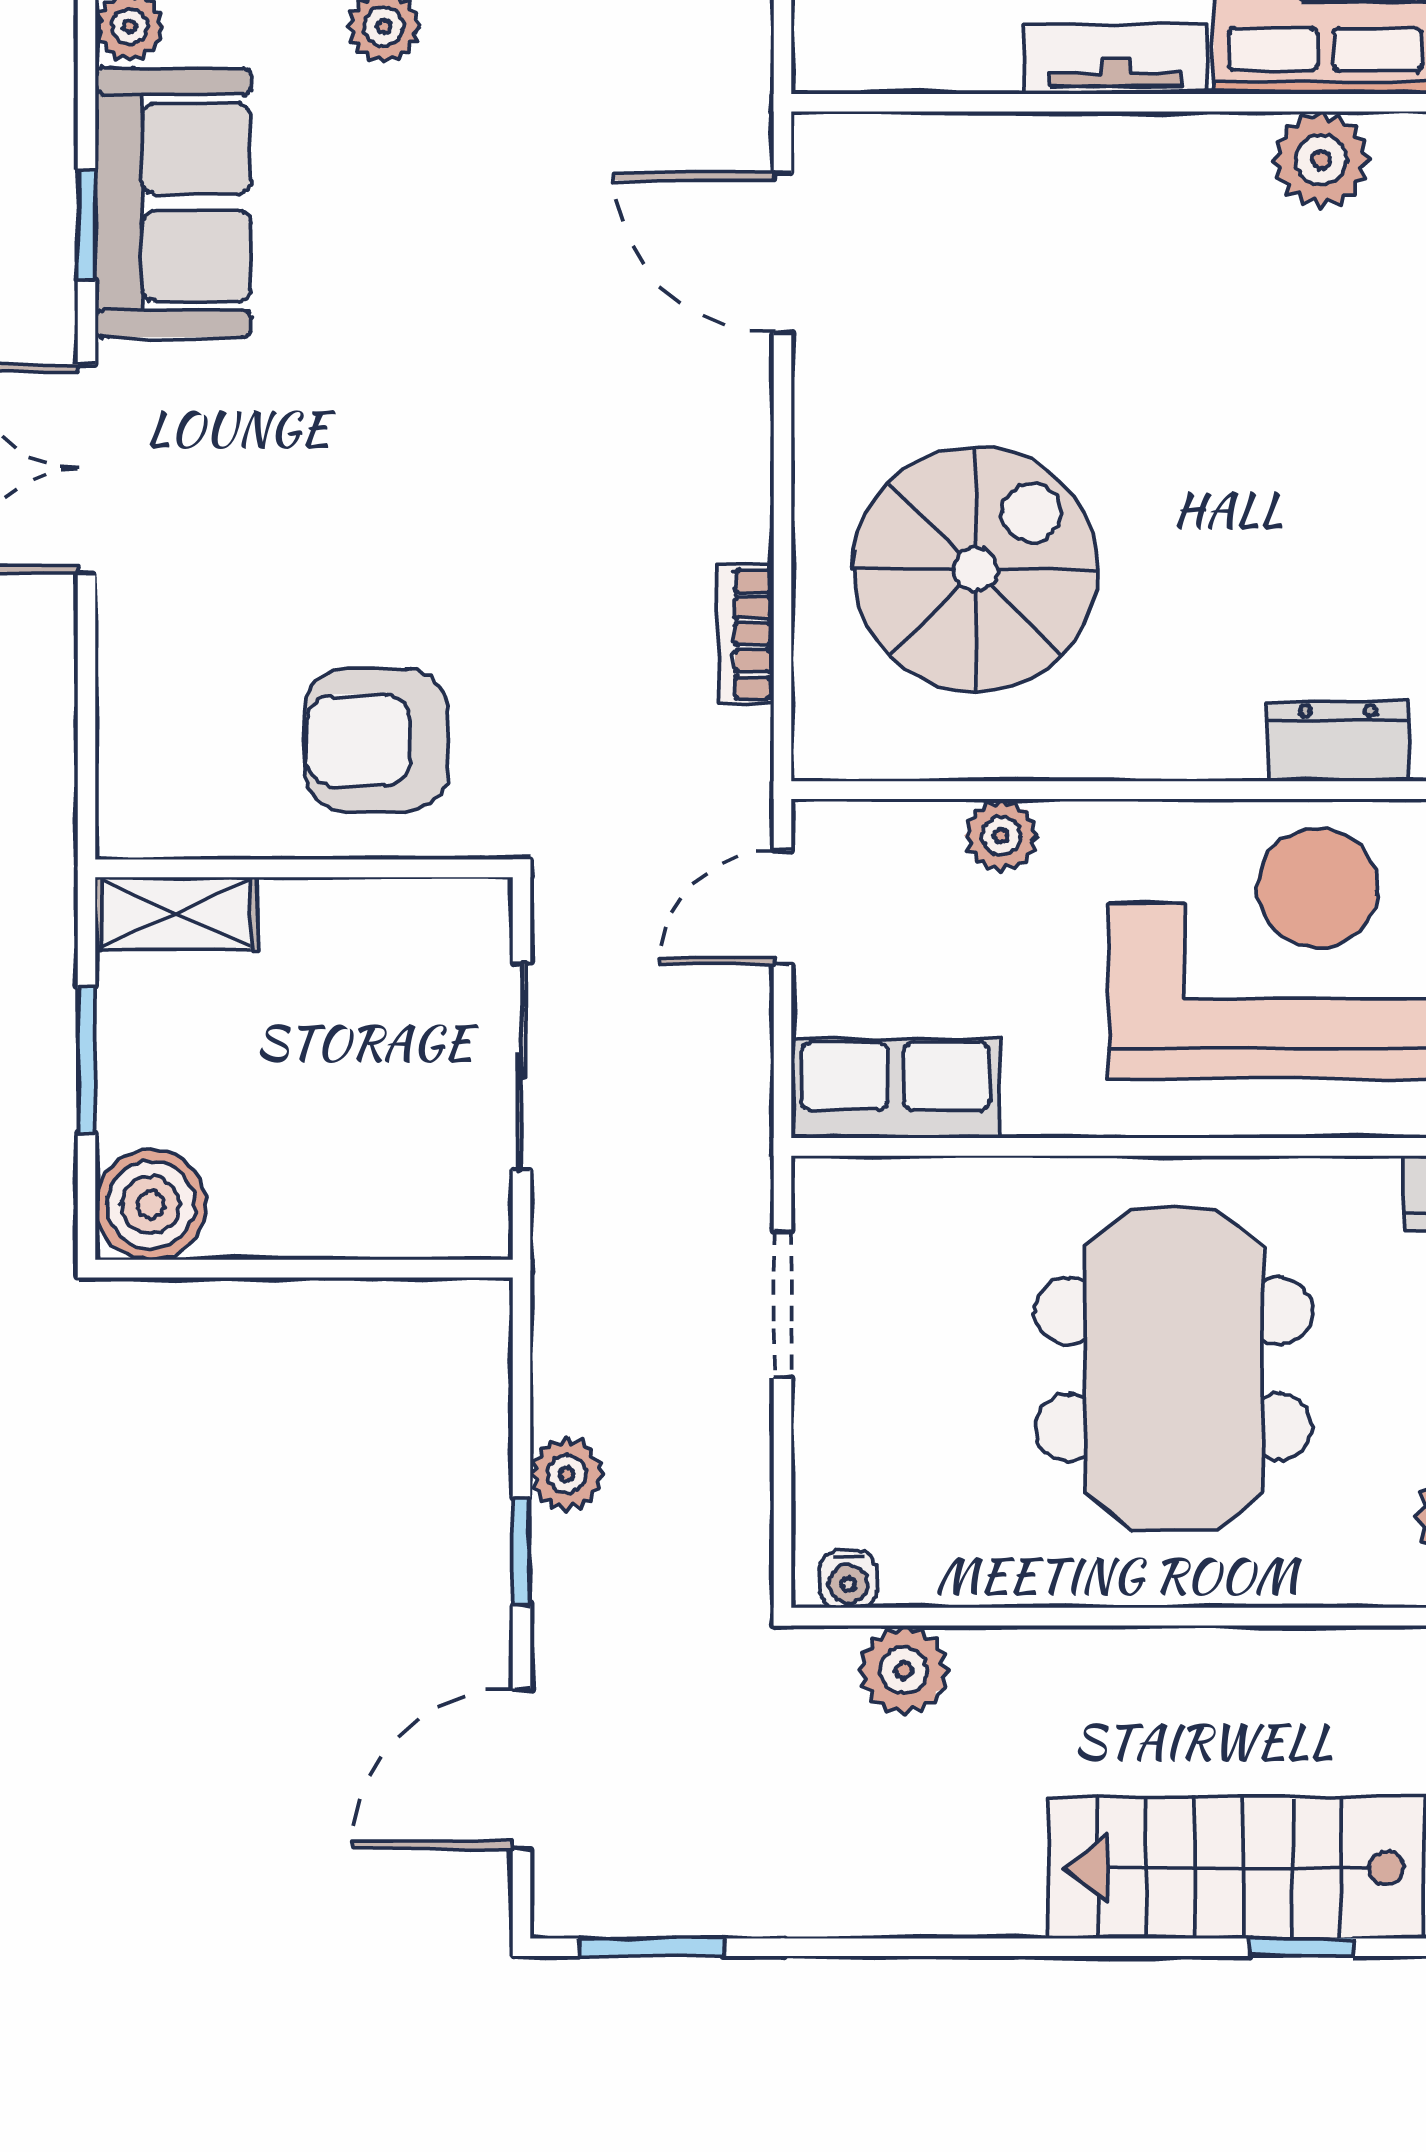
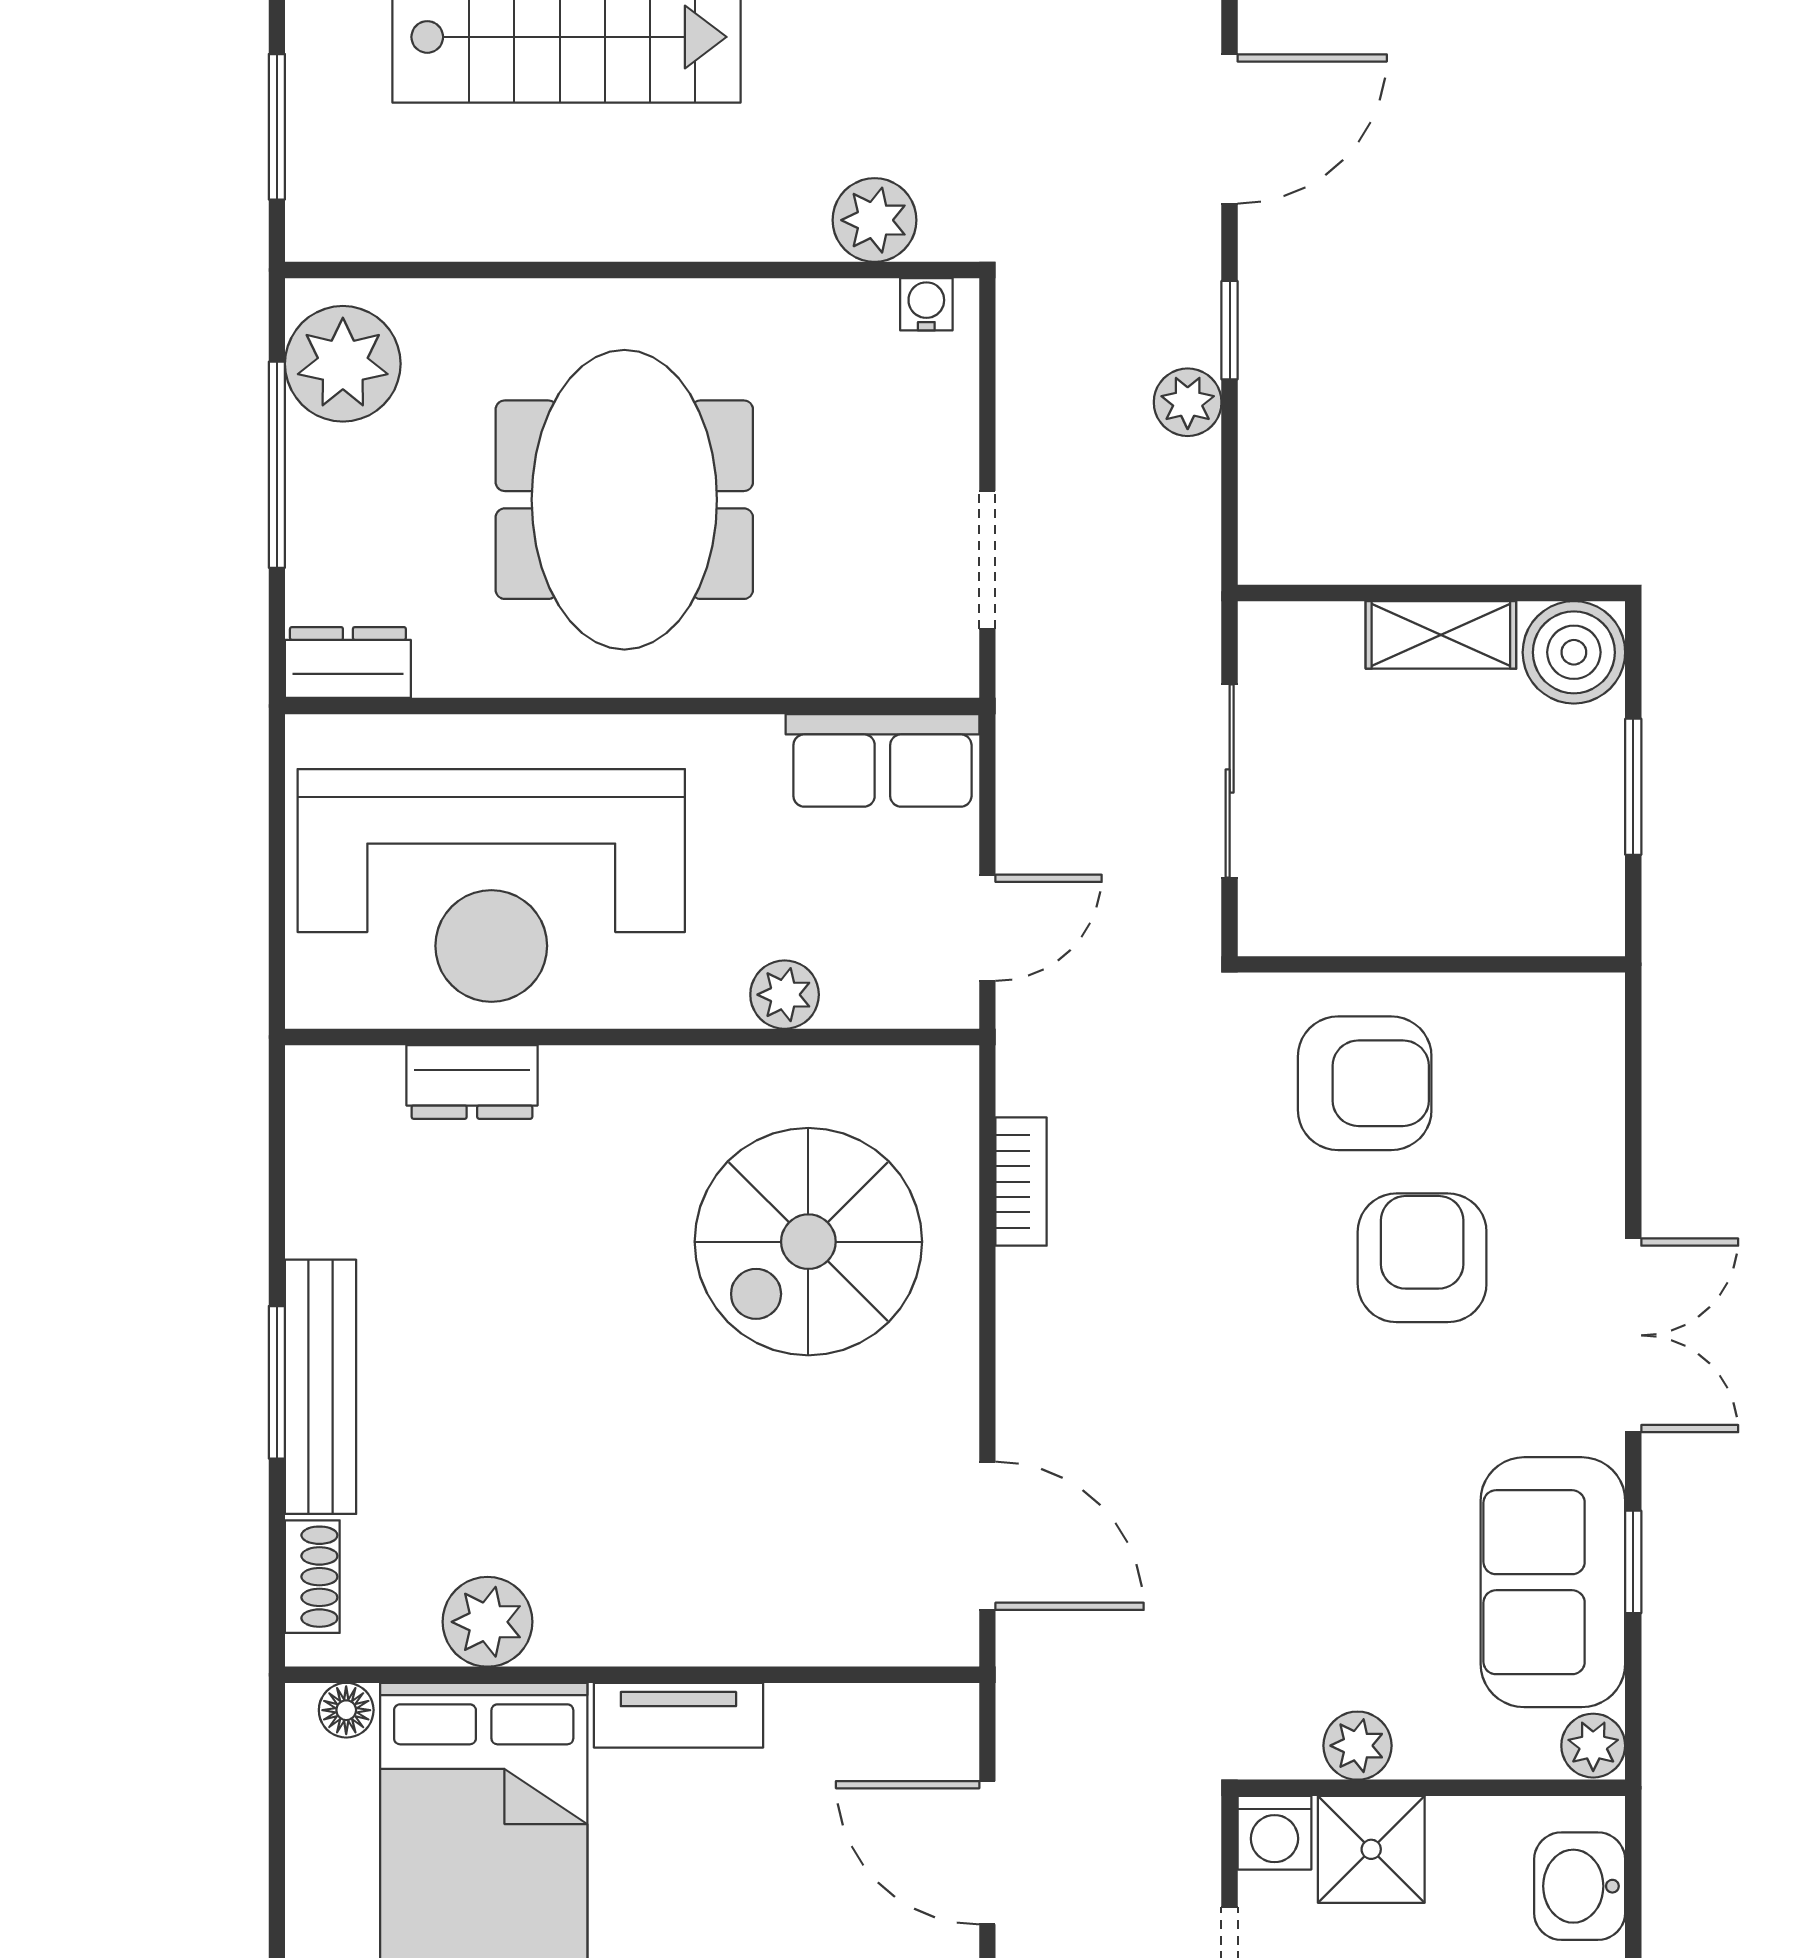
armchair: (314, 552) -> (1422, 1258), added
shelving: (176, 914) -> (1441, 635), moved

